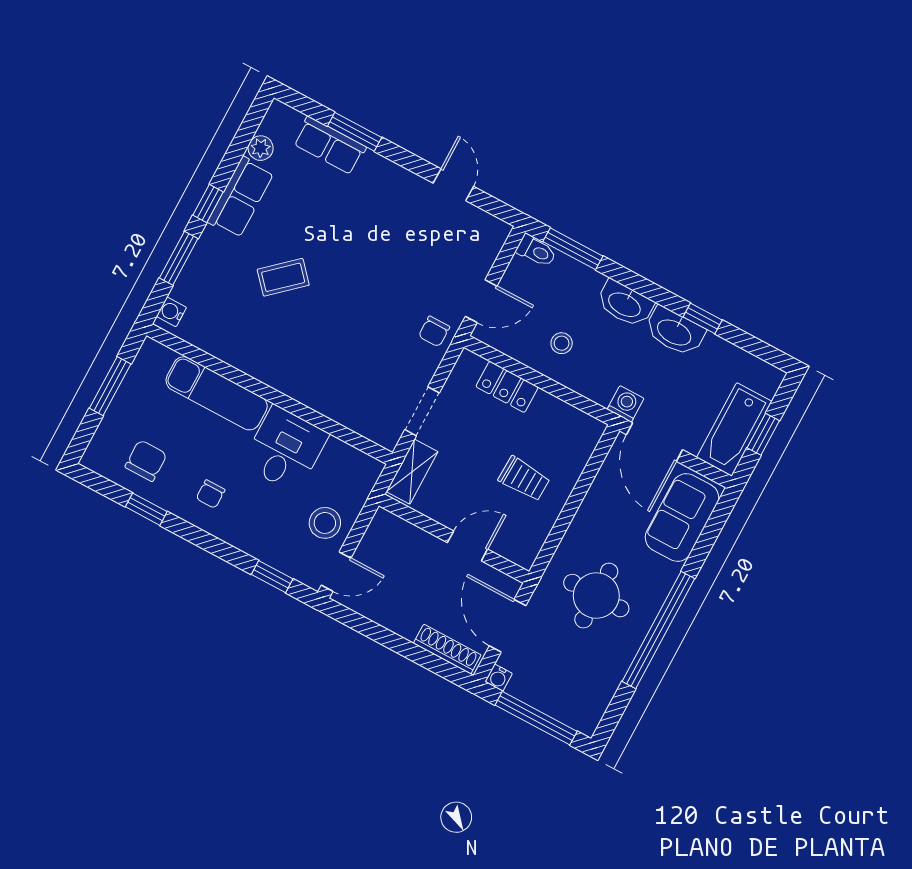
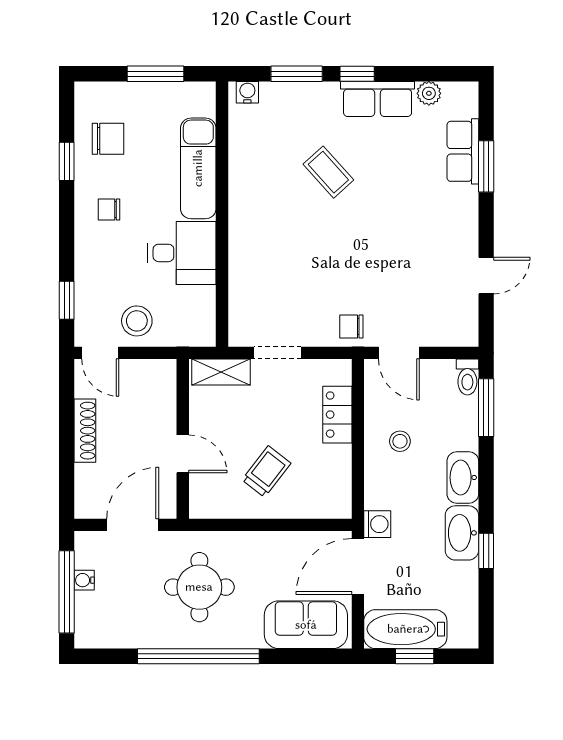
trolley: (524, 479) -> (266, 472), turned -144
shoe rack: (447, 649) -> (85, 431), moved
water cooler: (499, 678) -> (84, 580), moved

